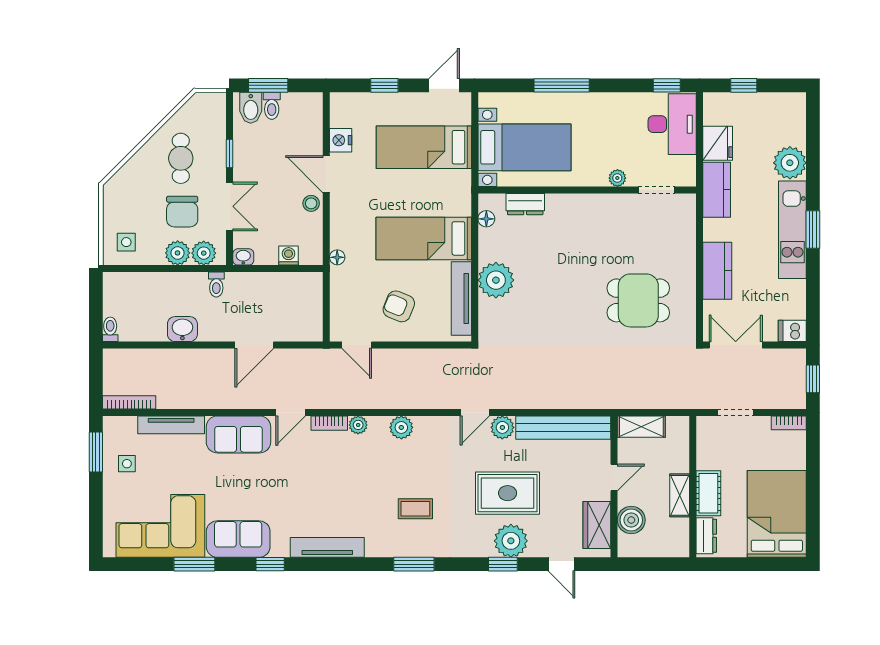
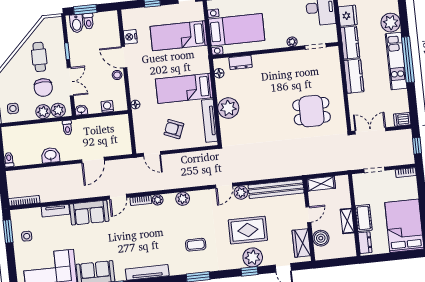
window: (813, 230) -> (408, 60), width x2.11
kitchen counter: (717, 271) -> (354, 76), moved
tv unit: (171, 425) -> (55, 211), width x0.71

